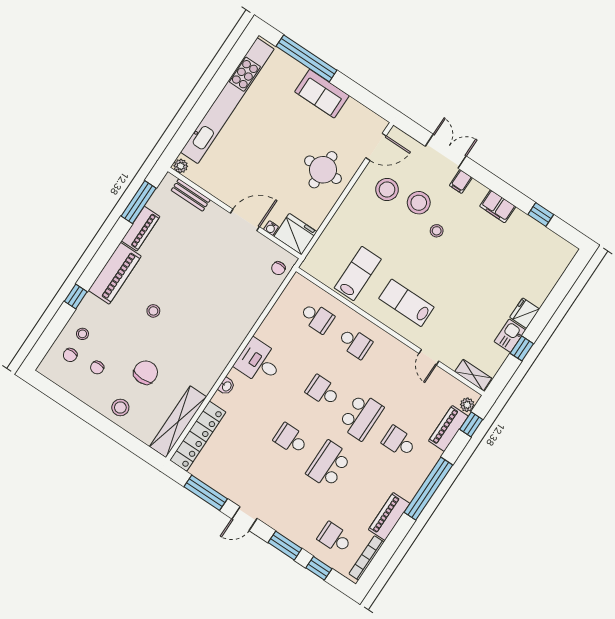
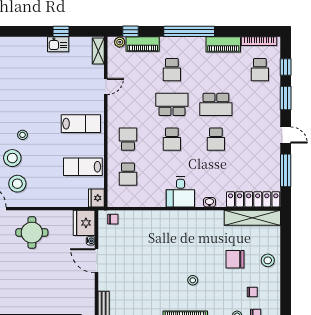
lab bench: (406, 303) -> (81, 124), turned -90
fridge: (525, 313) -> (96, 198), moved, turned 90
school desk: (317, 318) -> (128, 174), turned 180

